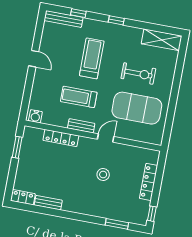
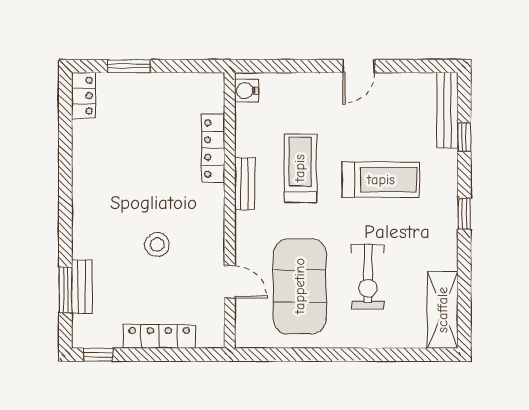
door: (106, 138) -> (230, 282), moved
window: (17, 147) -> (129, 66), moved
bench: (48, 203) -> (82, 287), moved

